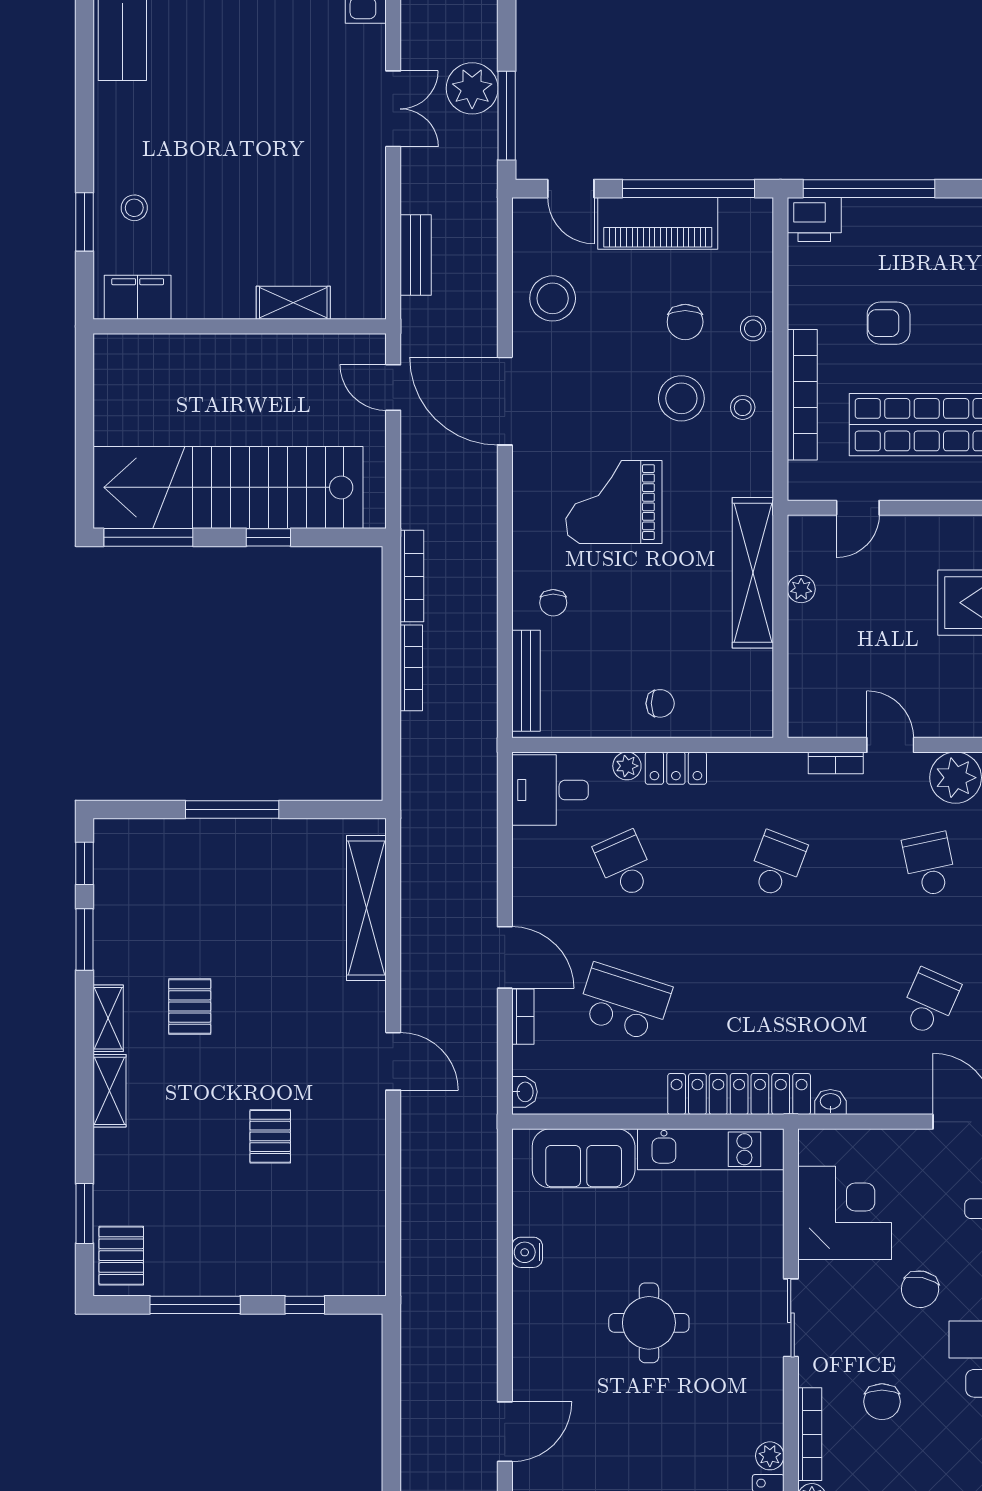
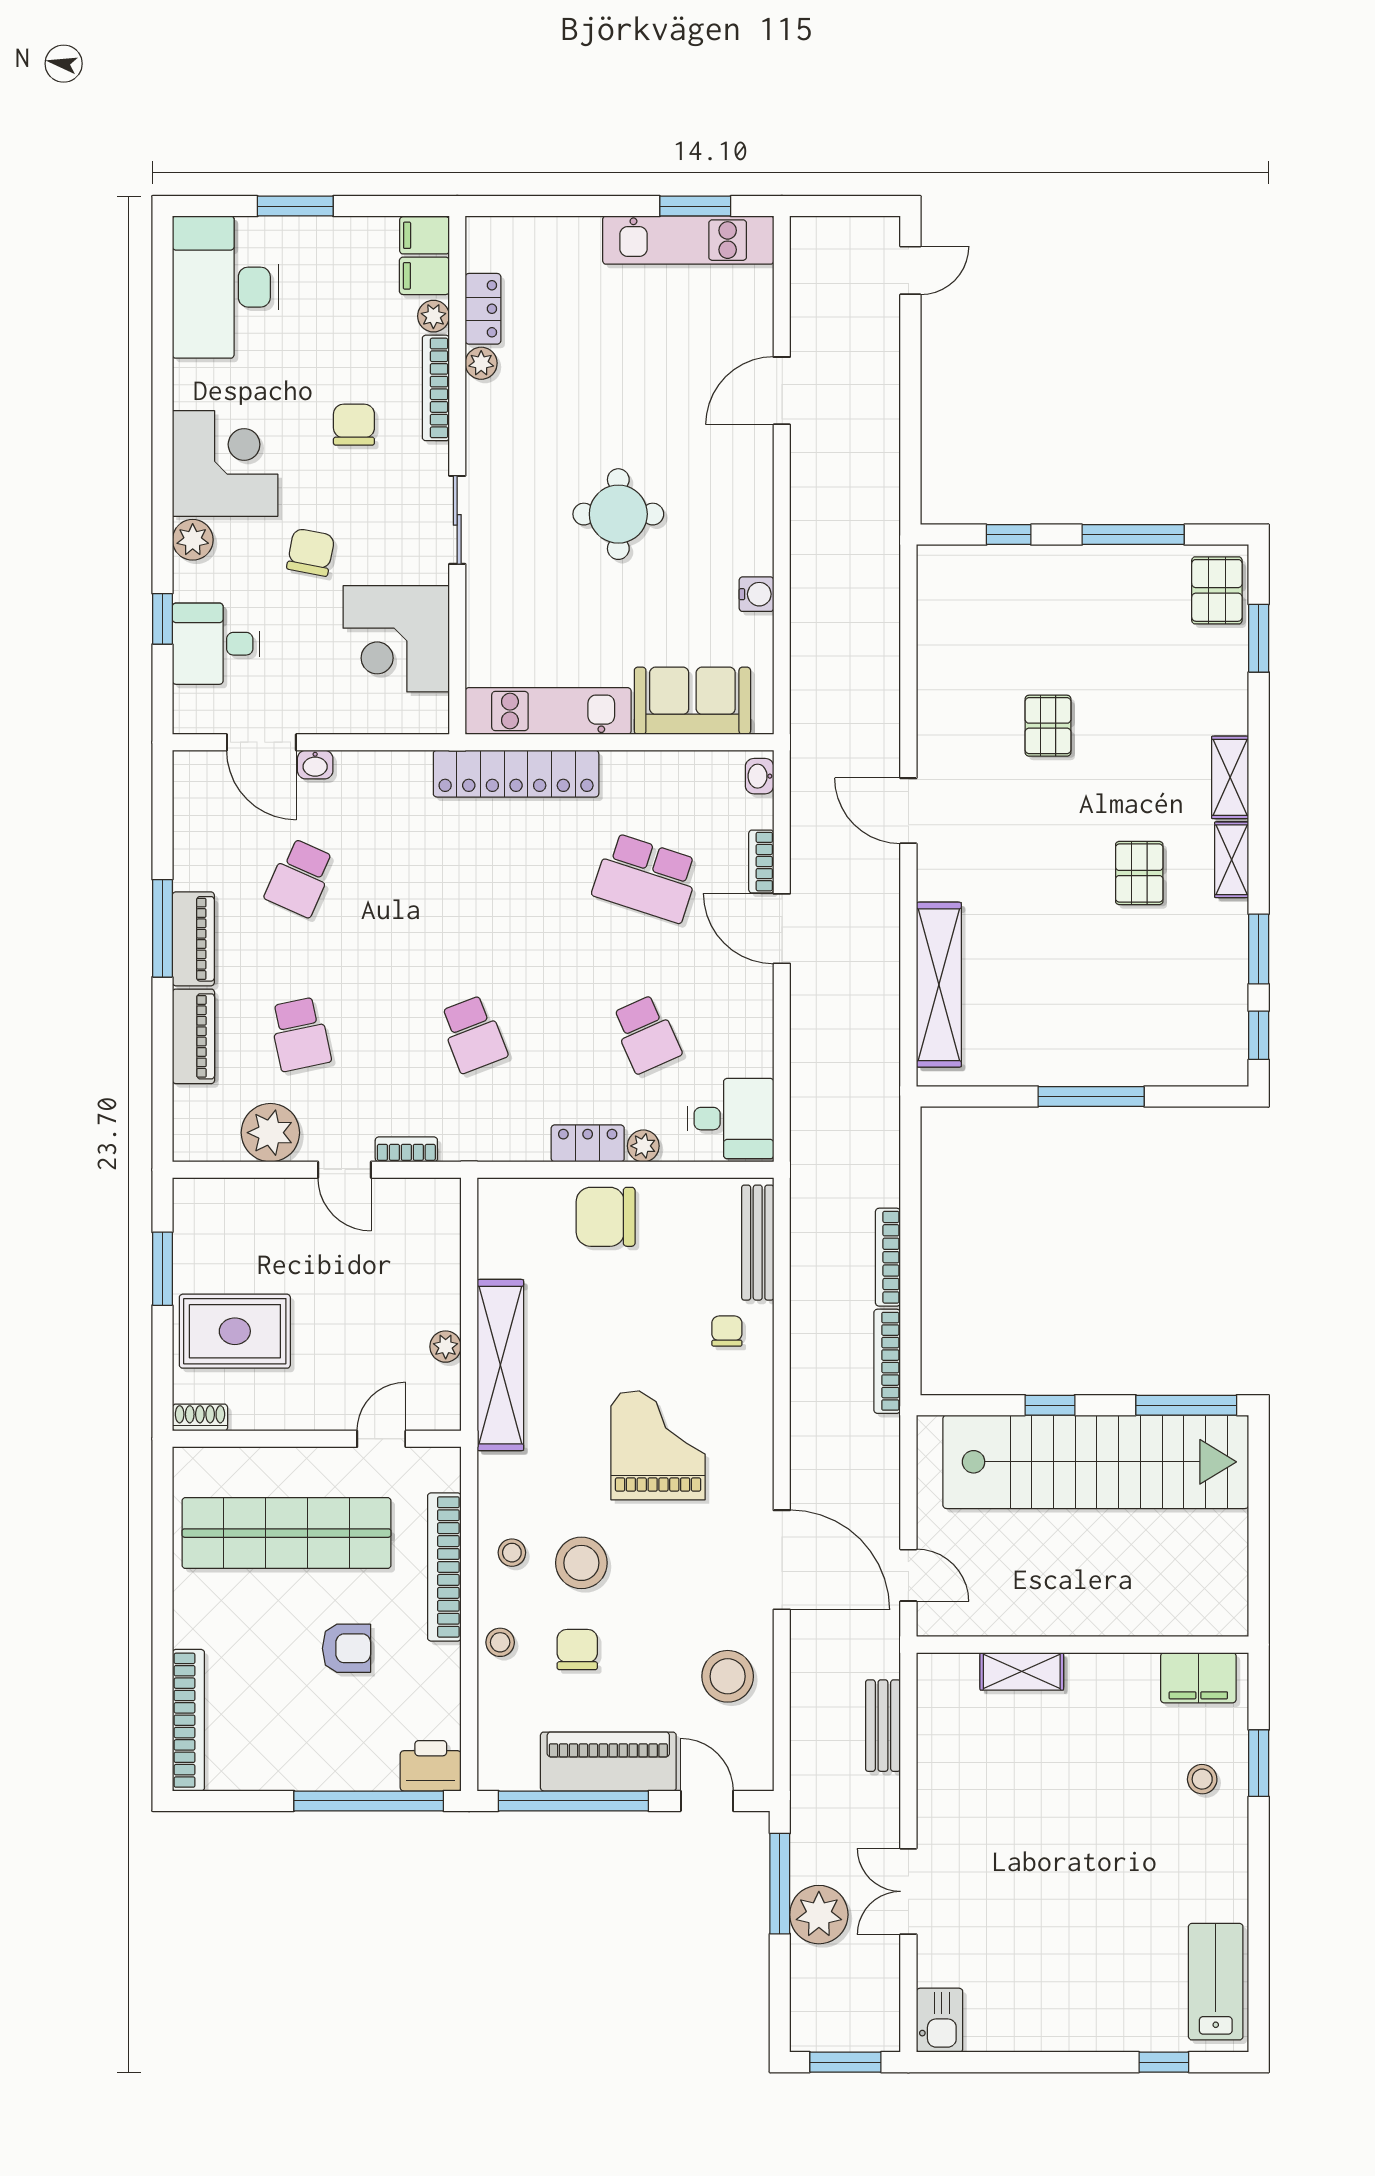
grand piano: (614, 502) -> (658, 1445), turned -90
chair: (660, 703) -> (606, 1217), width x1.87, depth x1.87
school desk: (777, 864) -> (473, 1034), turned -42
washbasin: (830, 1102) -> (315, 765), moved

